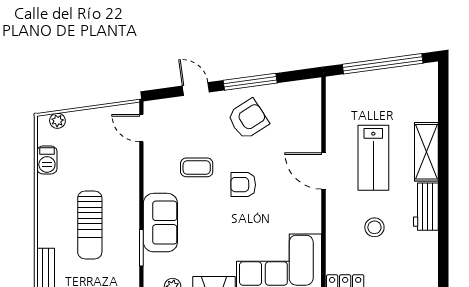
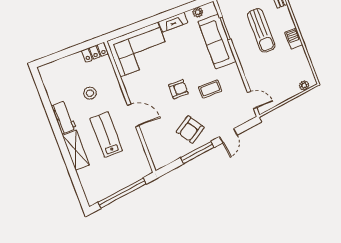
door: (196, 89) -> (228, 136), hinge flipped
barbecue: (47, 160) -> (294, 39), moved
sofa: (160, 223) -> (217, 41), width x1.36
sun lounger: (90, 225) -> (261, 30), turned 180

